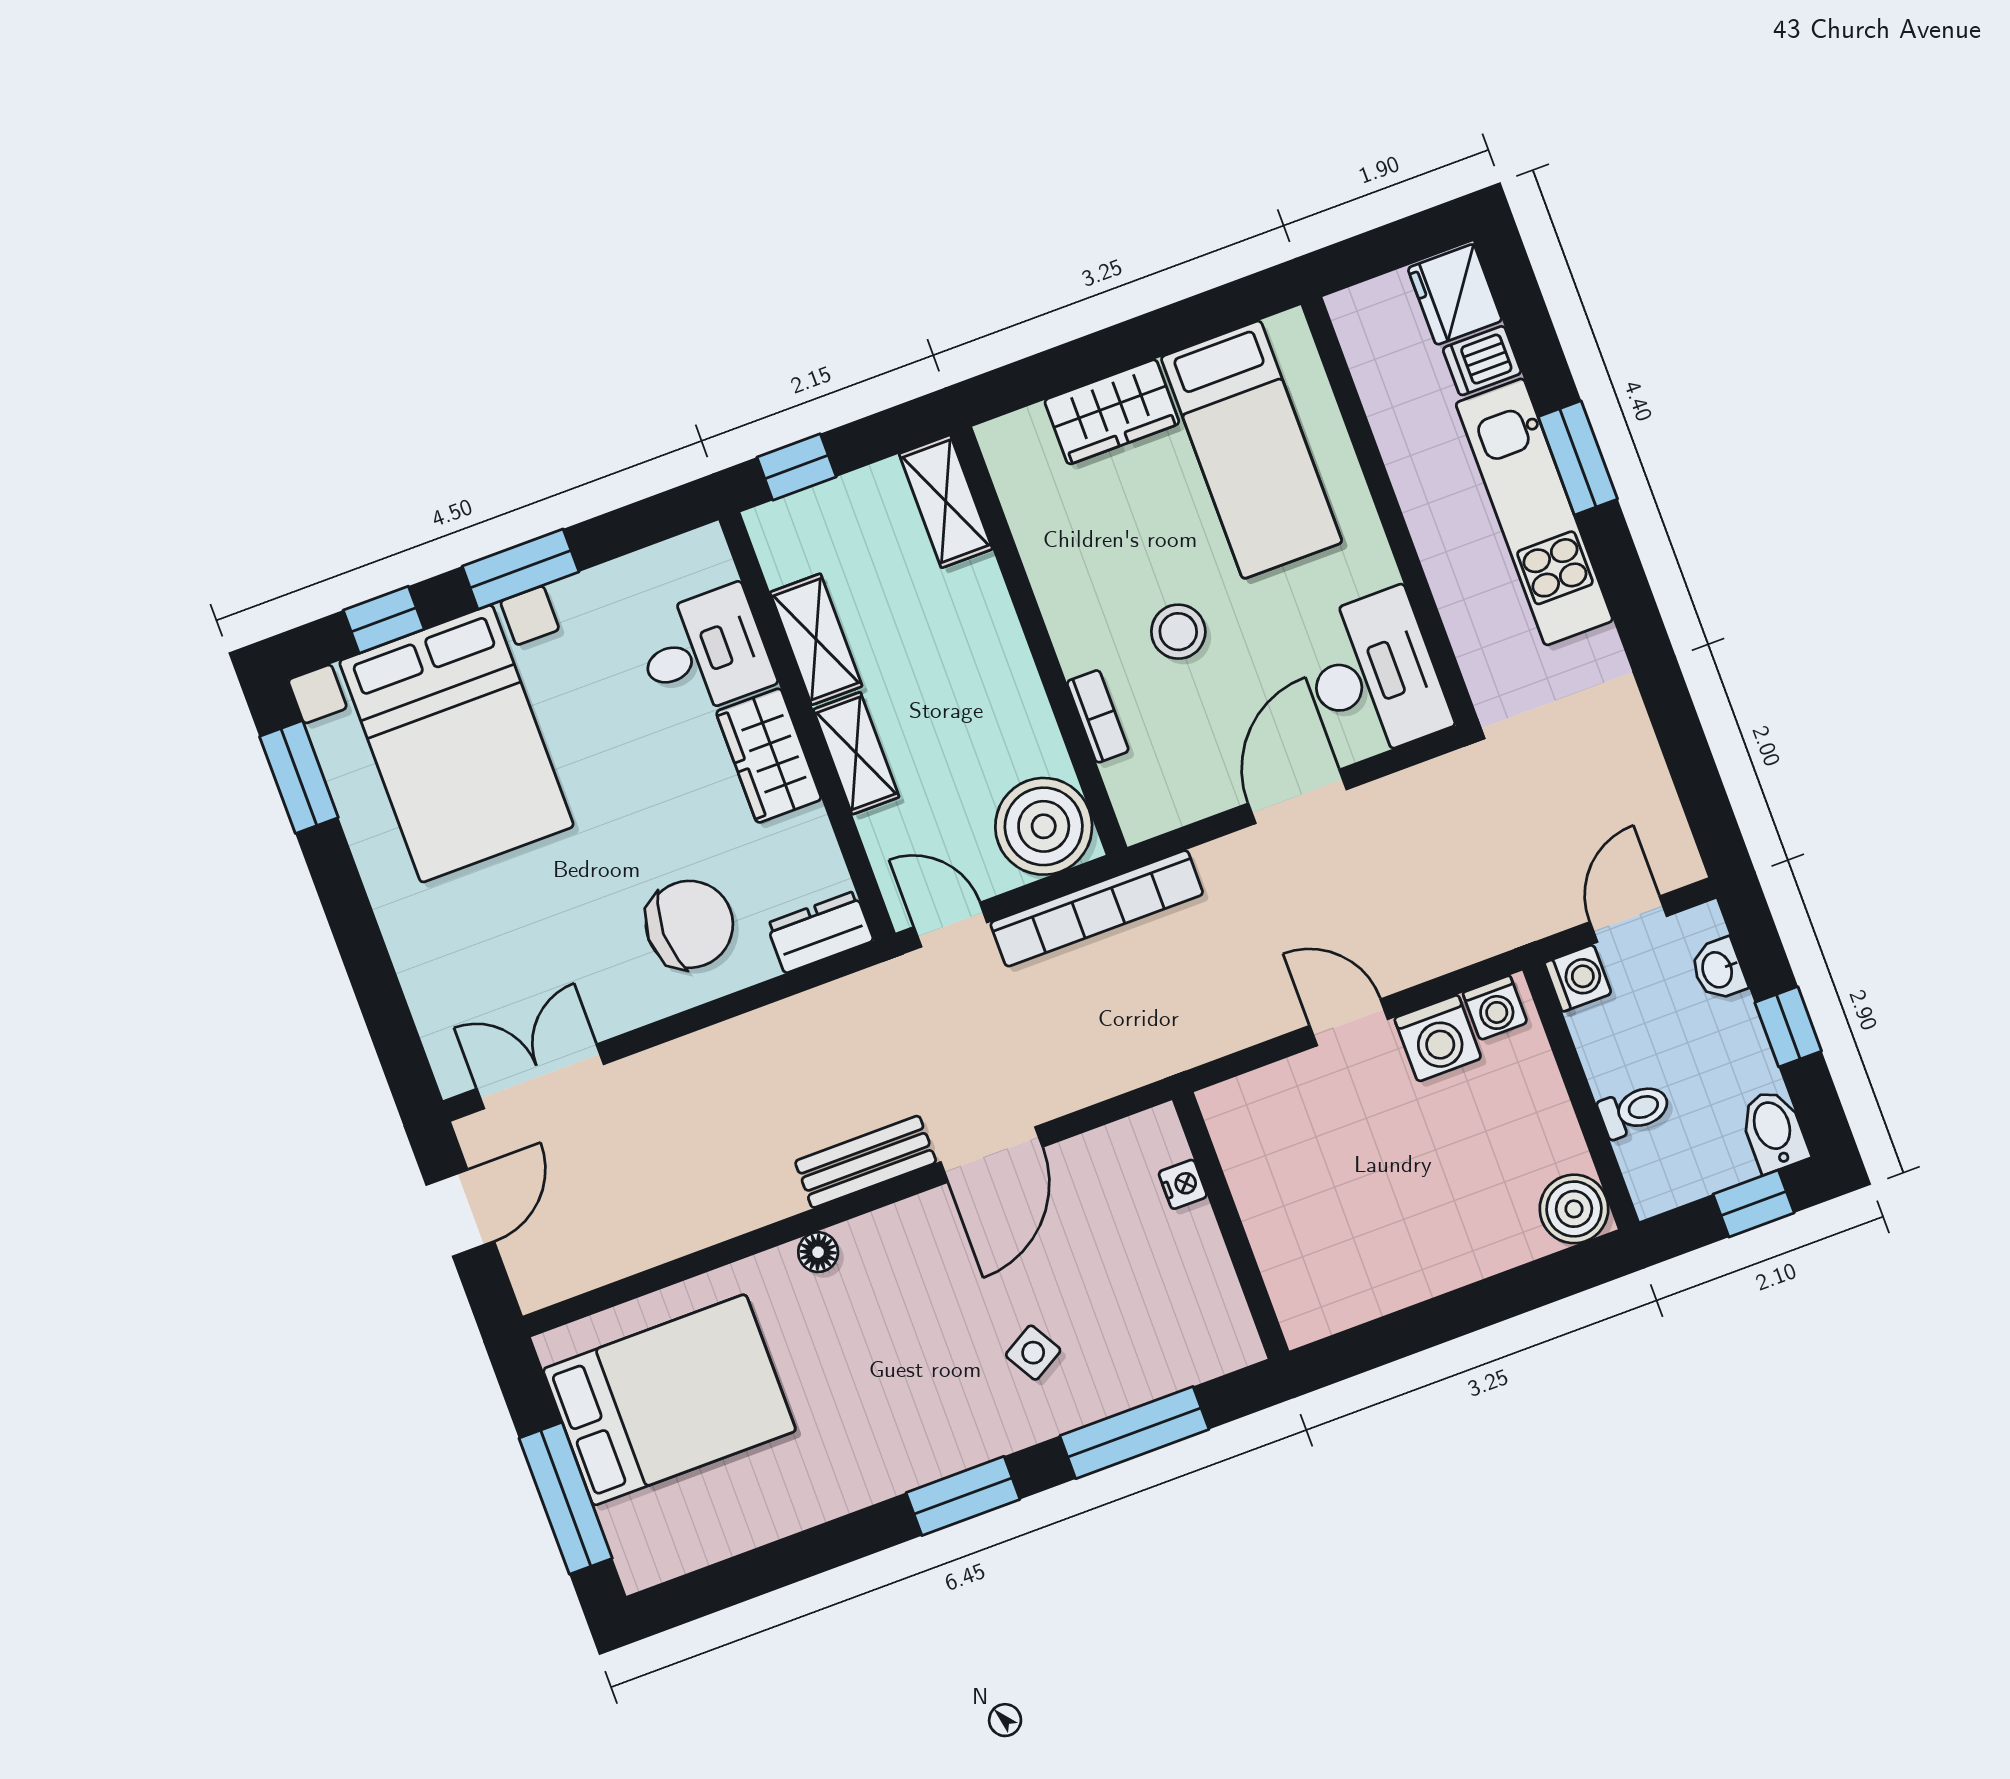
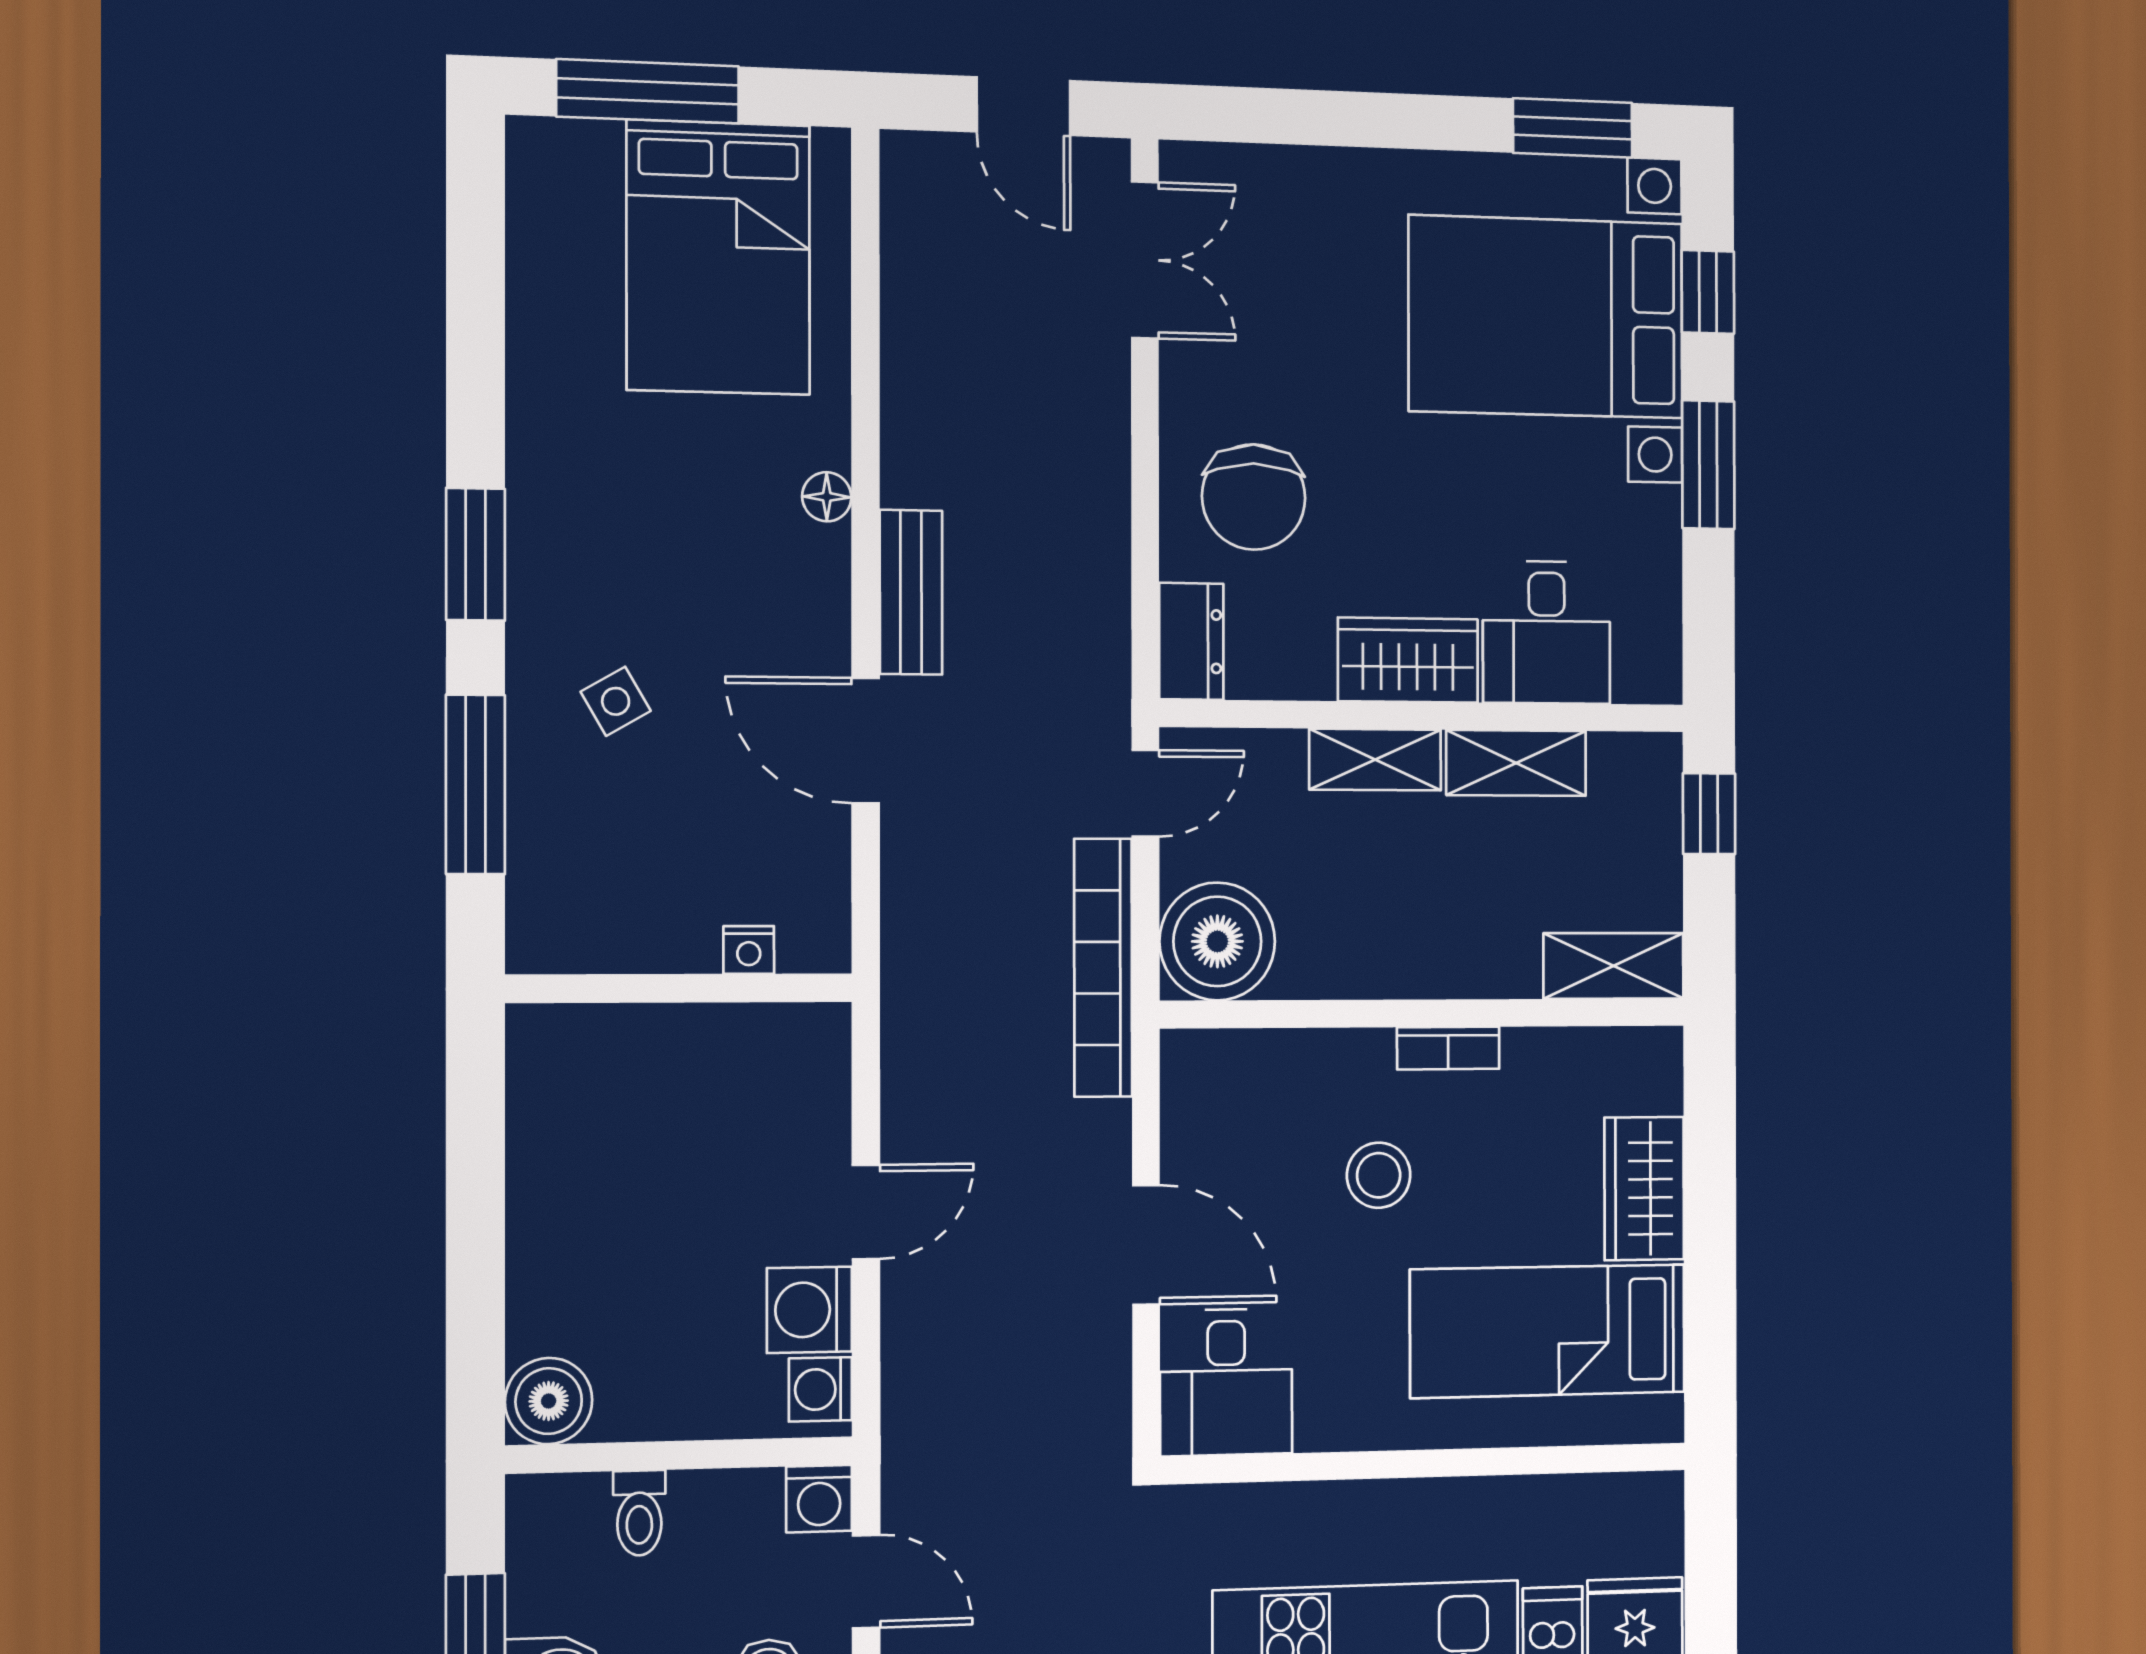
desk: (1374, 675) -> (1226, 1382), width x0.73
bookcase: (1098, 716) -> (1448, 1048), moved

